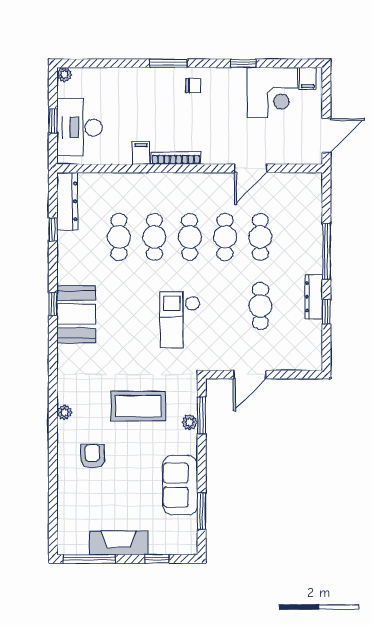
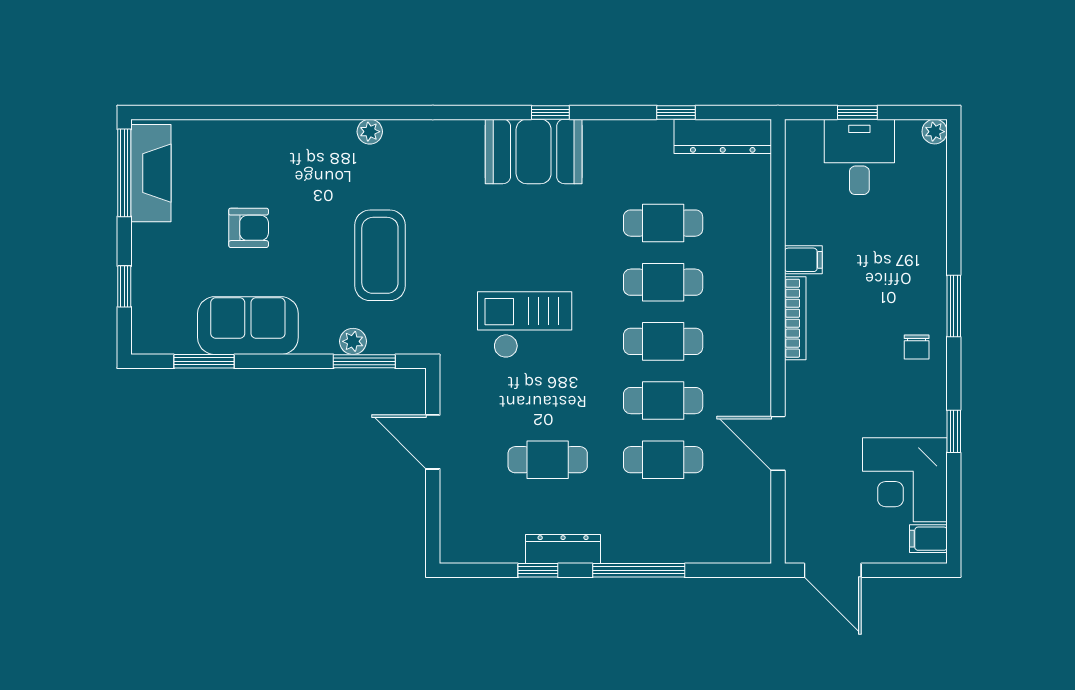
desk: (79, 127) -> (859, 157), width x0.73
armchair: (92, 456) -> (249, 228), moved
fireplace: (119, 543) -> (151, 173), moved

